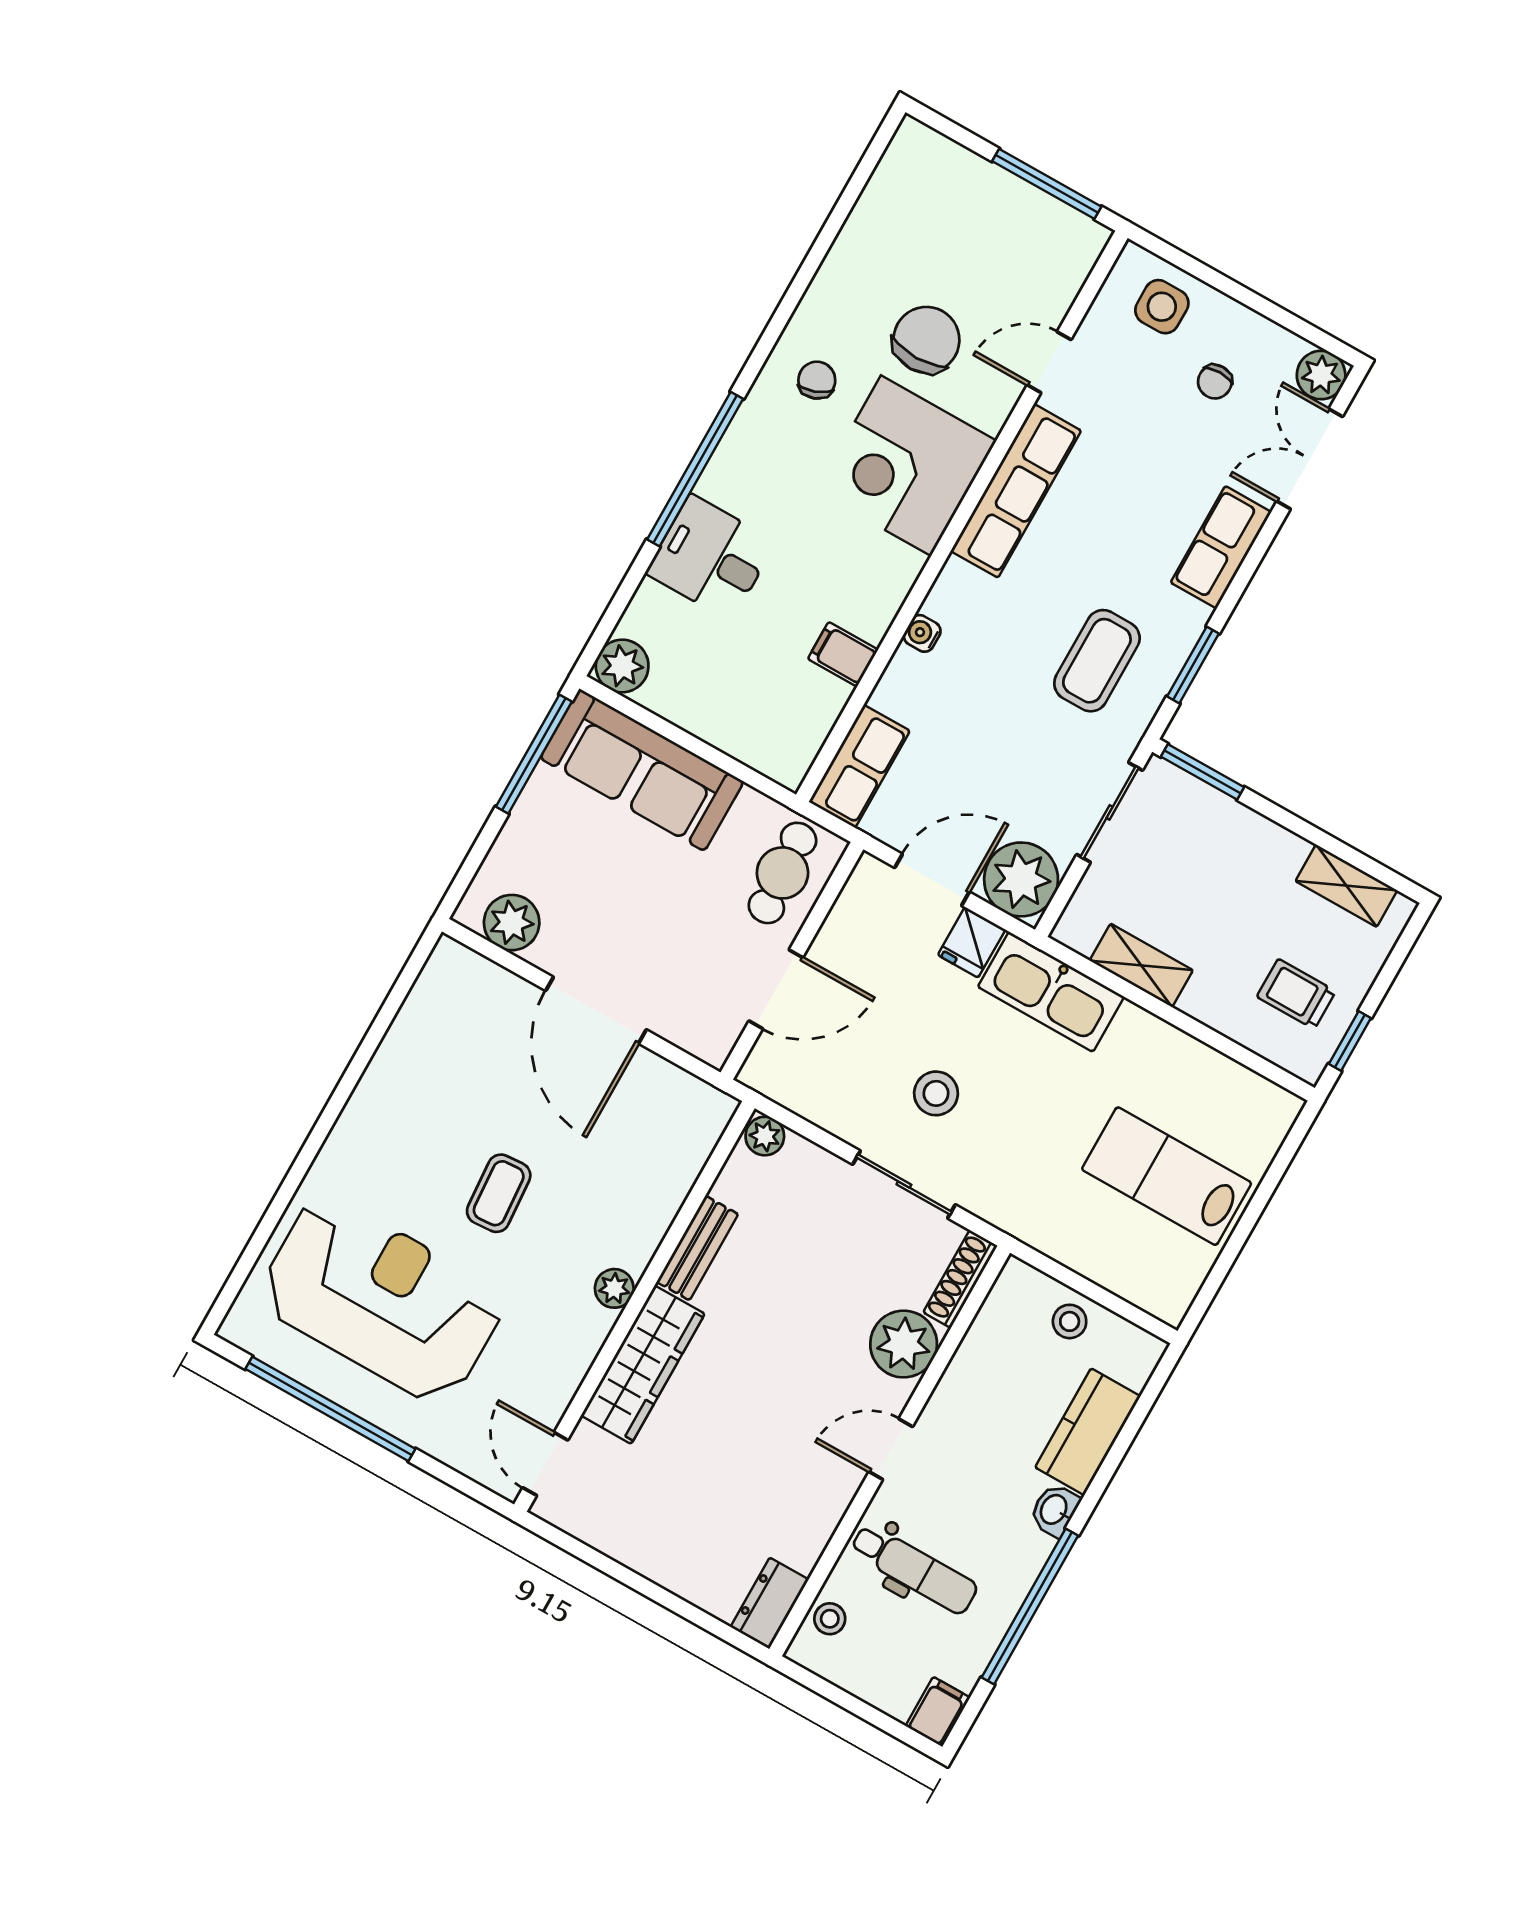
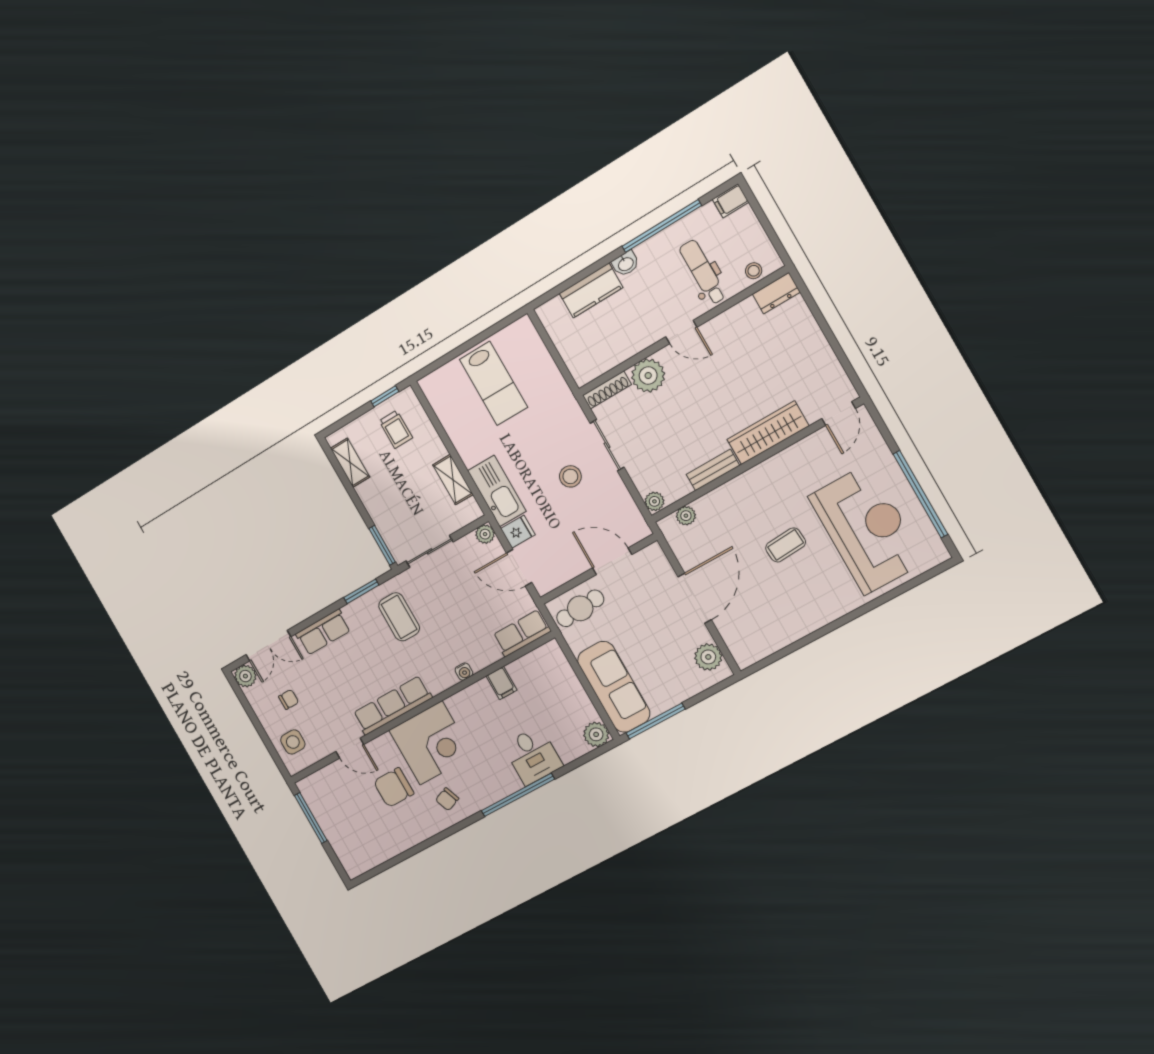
coffee table: (1097, 661) -> (399, 617), turned 90
plant: (1021, 879) -> (485, 534), width x0.53, depth x0.53
plant: (614, 1288) -> (686, 516), moved
reception desk: (381, 1299) -> (867, 529), turned 180
stool: (1070, 1321) -> (571, 344), removed

